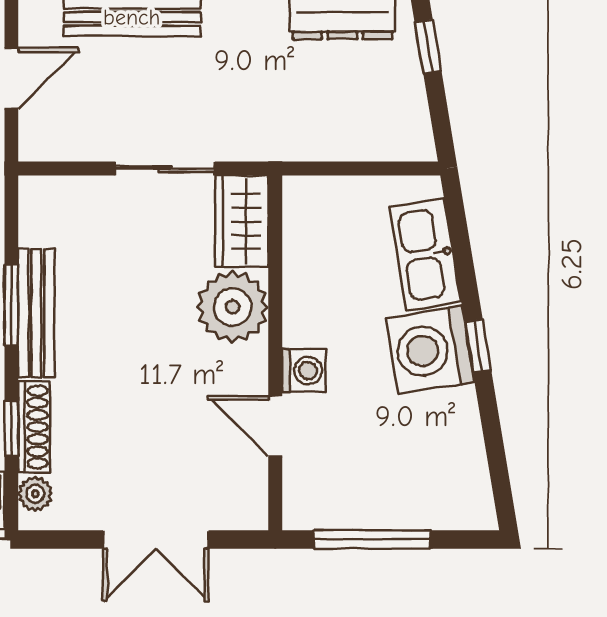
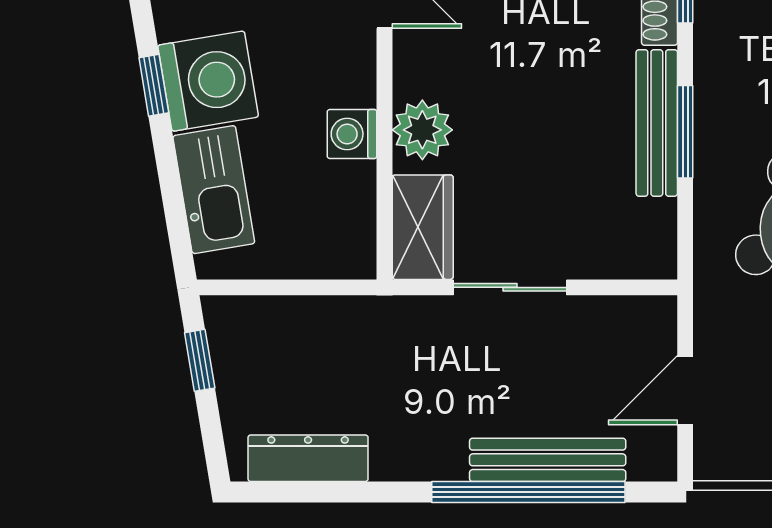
window: (428, 47) -> (200, 360), moved
plant: (233, 307) -> (422, 130), width x0.73, depth x0.73
washing machine: (304, 371) -> (352, 134), moved

